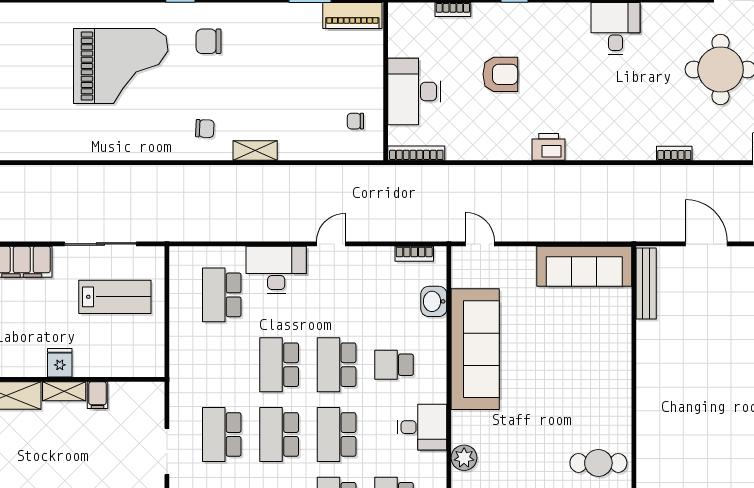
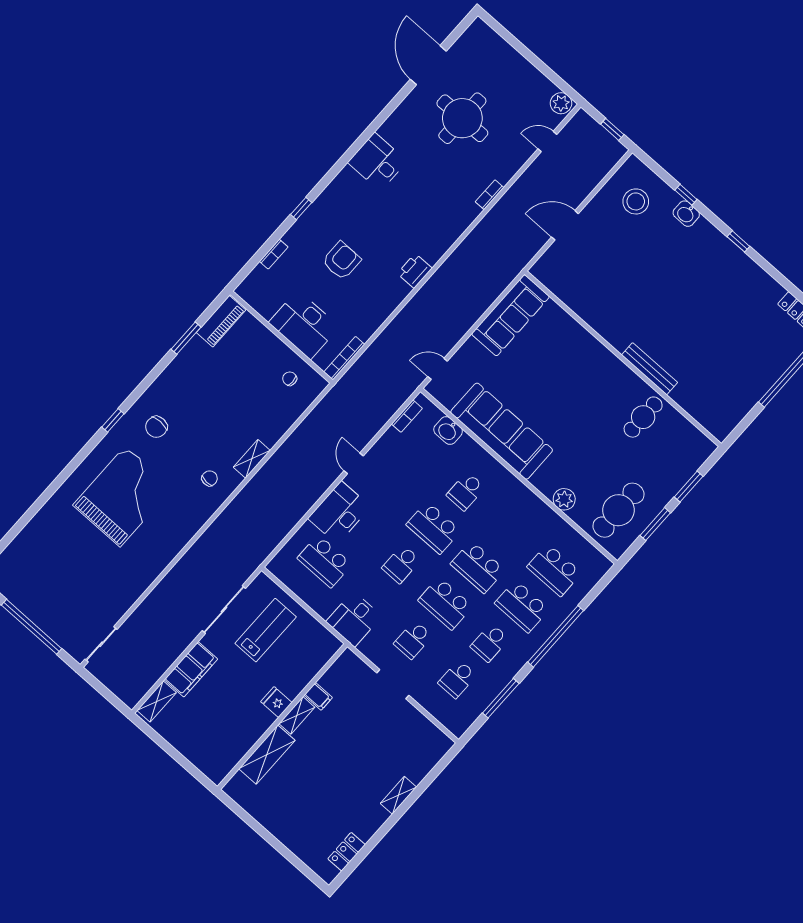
chair: (355, 121) -> (290, 379), turned 90
bench: (646, 283) -> (650, 369), moved
school desk: (279, 365) -> (401, 564), width x0.54
desk: (422, 427) -> (354, 619), moved, turned 180
school desk: (222, 434) -> (413, 640), width x0.54

